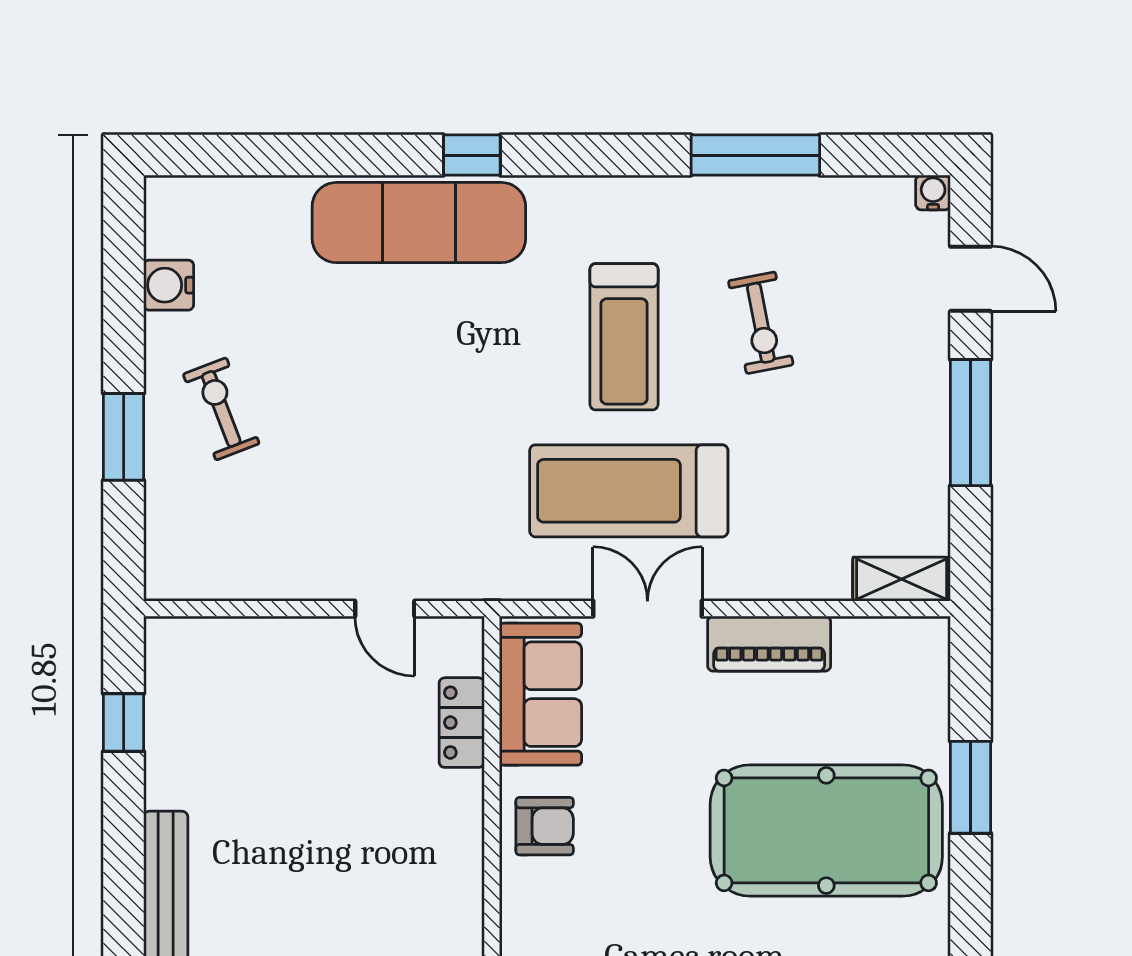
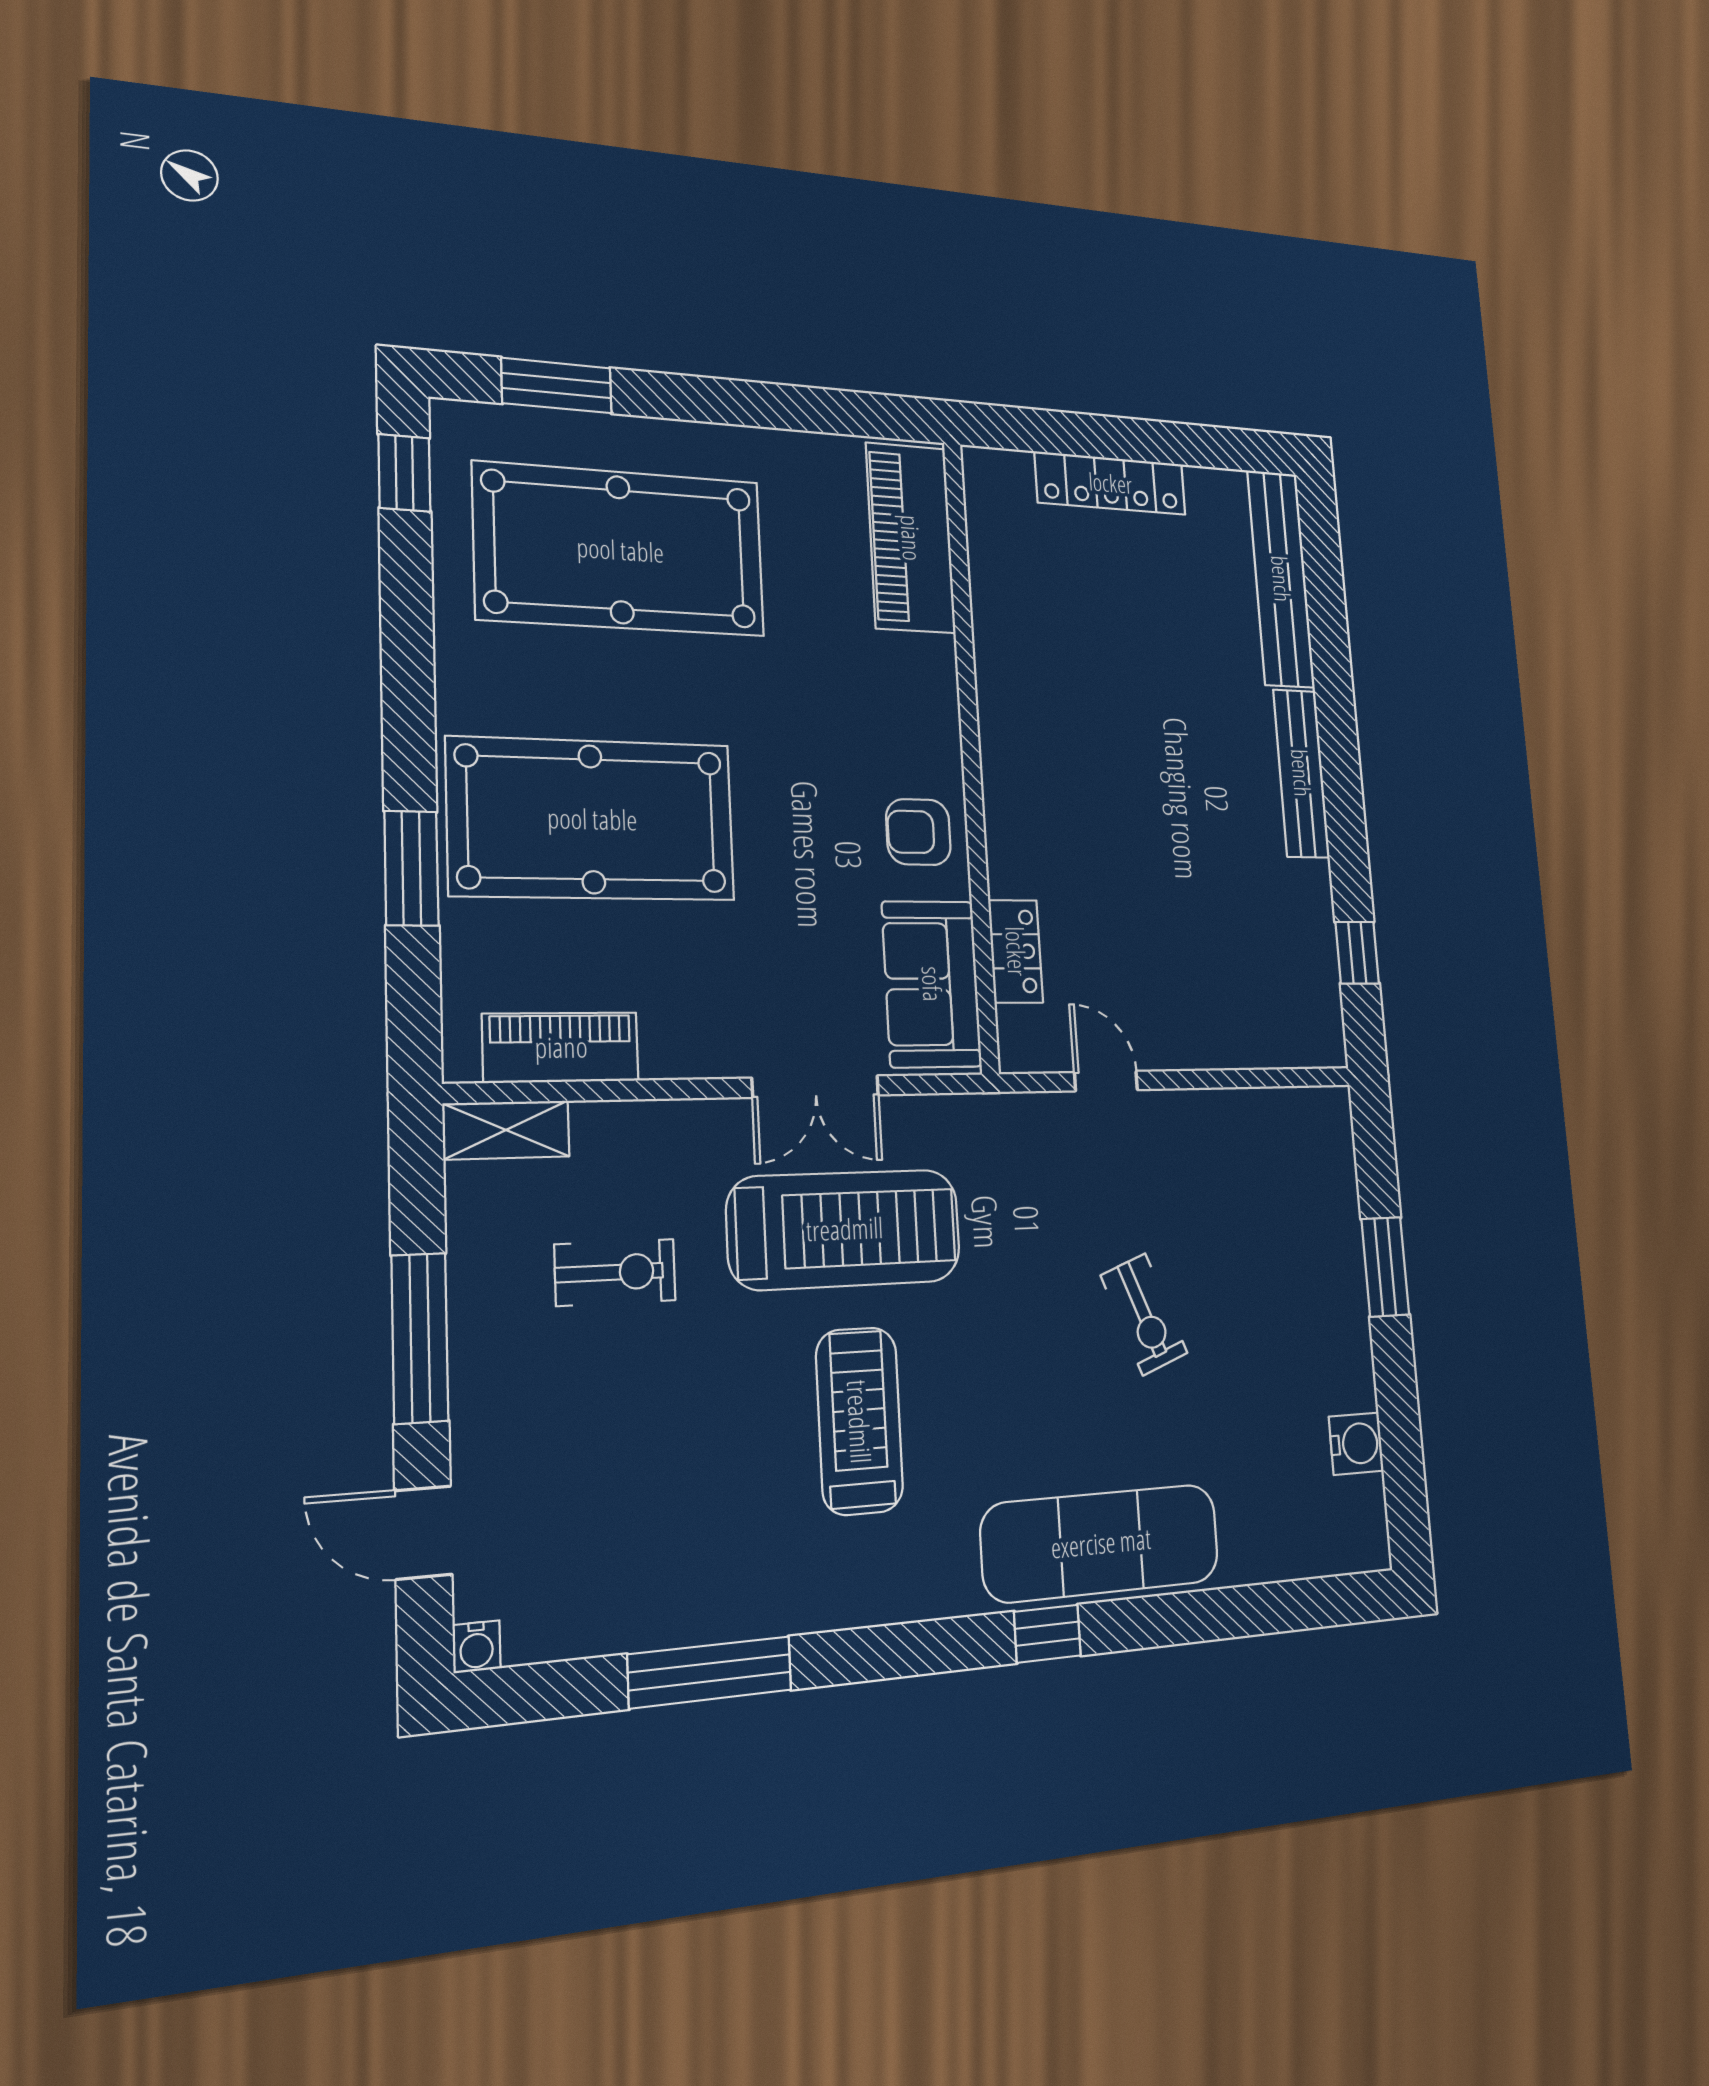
exercise bike: (761, 323) -> (615, 1272), moved, turned 101
exercise bike: (221, 409) -> (1144, 1314), moved
piano: (769, 644) -> (561, 1047), moved

